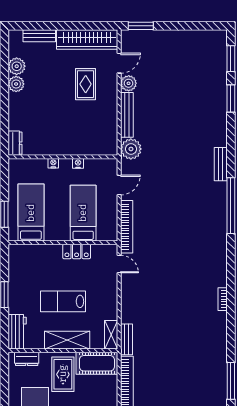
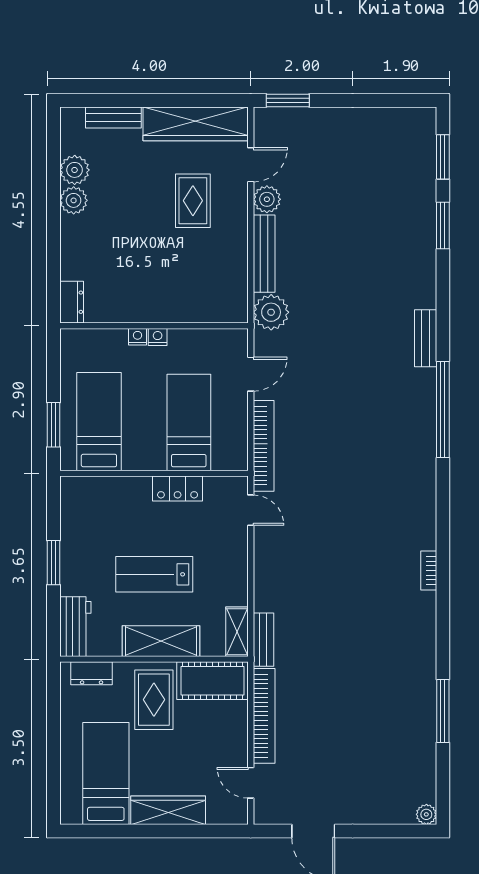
nightstand: (78, 163) -> (158, 337), moved

